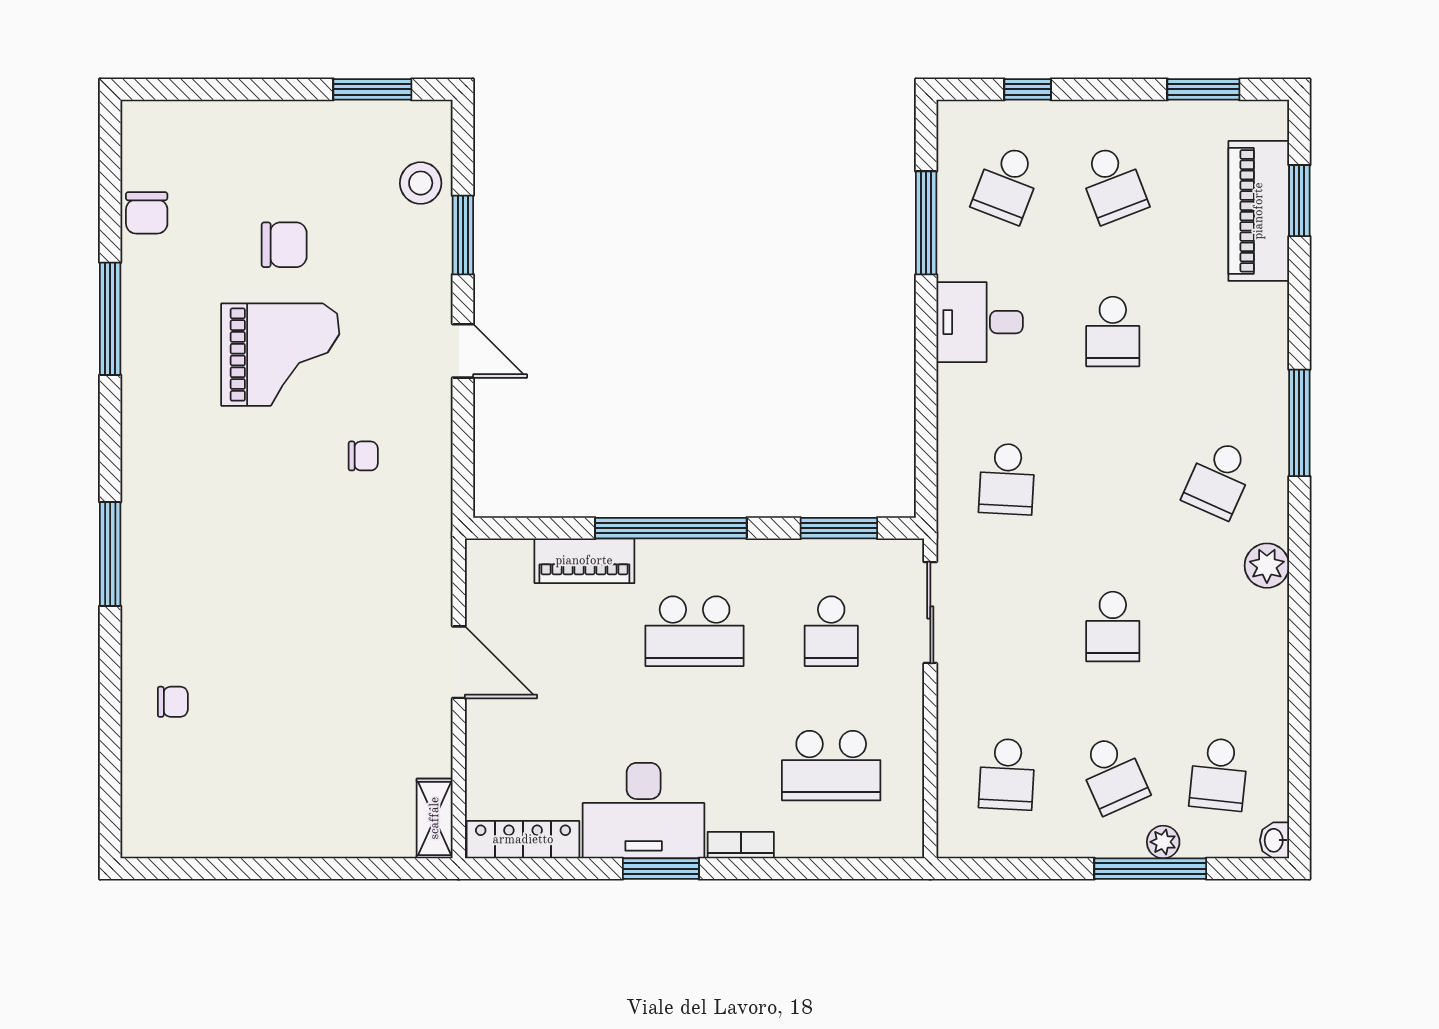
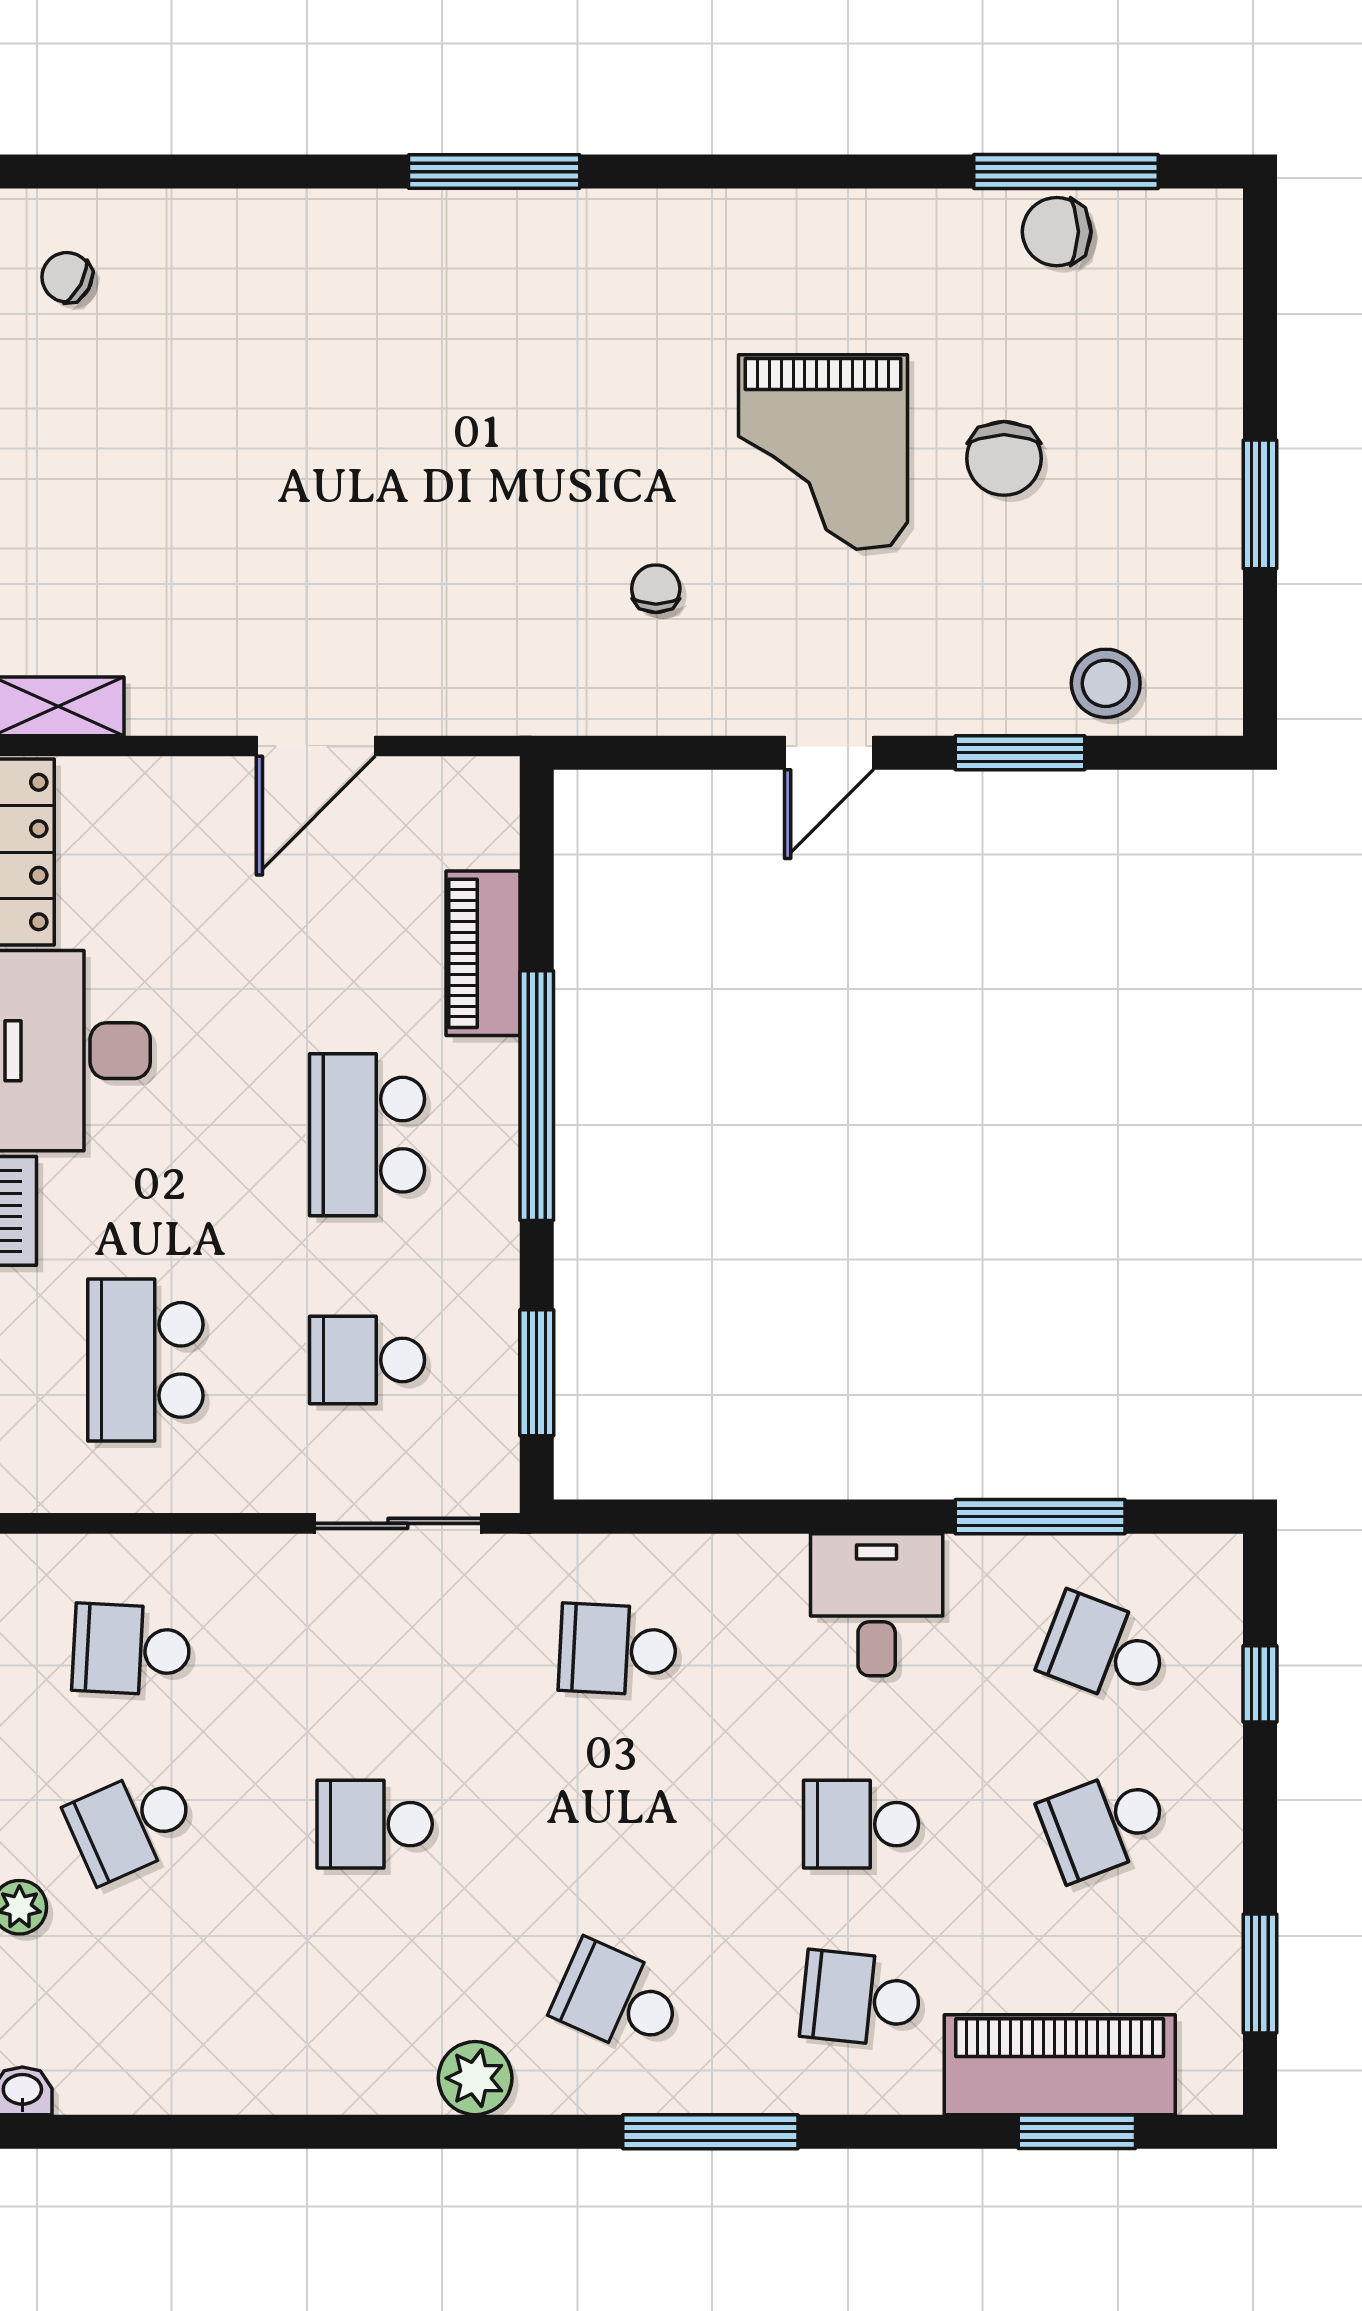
window: (372, 89) -> (1260, 504), moved
window: (110, 319) -> (1066, 172), moved
chair: (363, 456) -> (656, 589), turned 180
chair: (173, 702) -> (67, 277), moved, turned 118
school desk: (1219, 774) -> (861, 1999), moved

